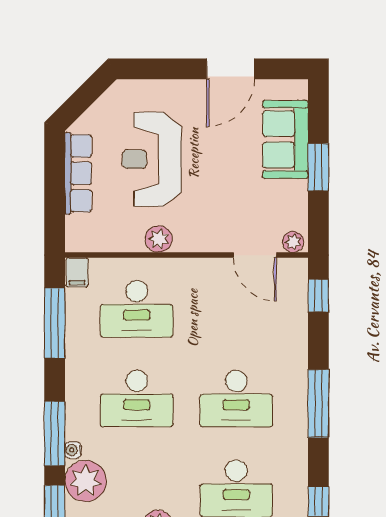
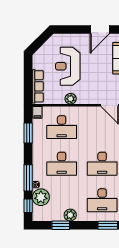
row of seats: (78, 173) -> (38, 86), moved
window: (55, 323) -> (28, 133), width x0.69

